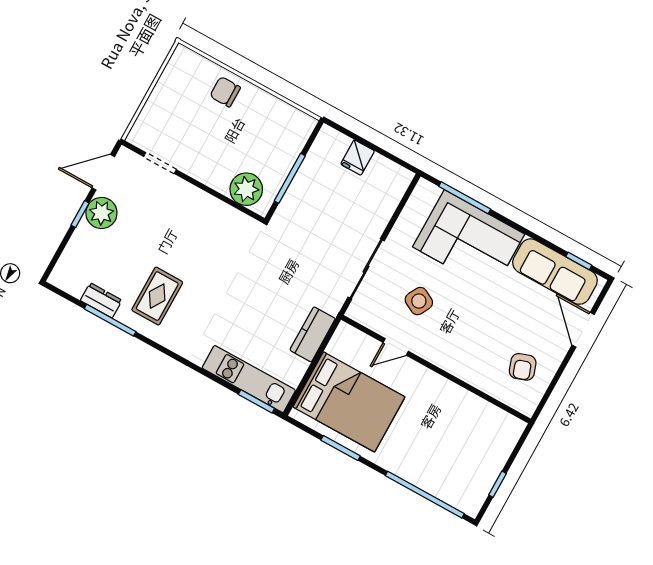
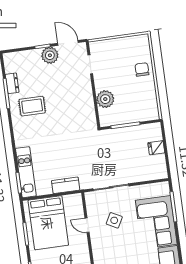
plant: (246, 189) -> (105, 99), moved

